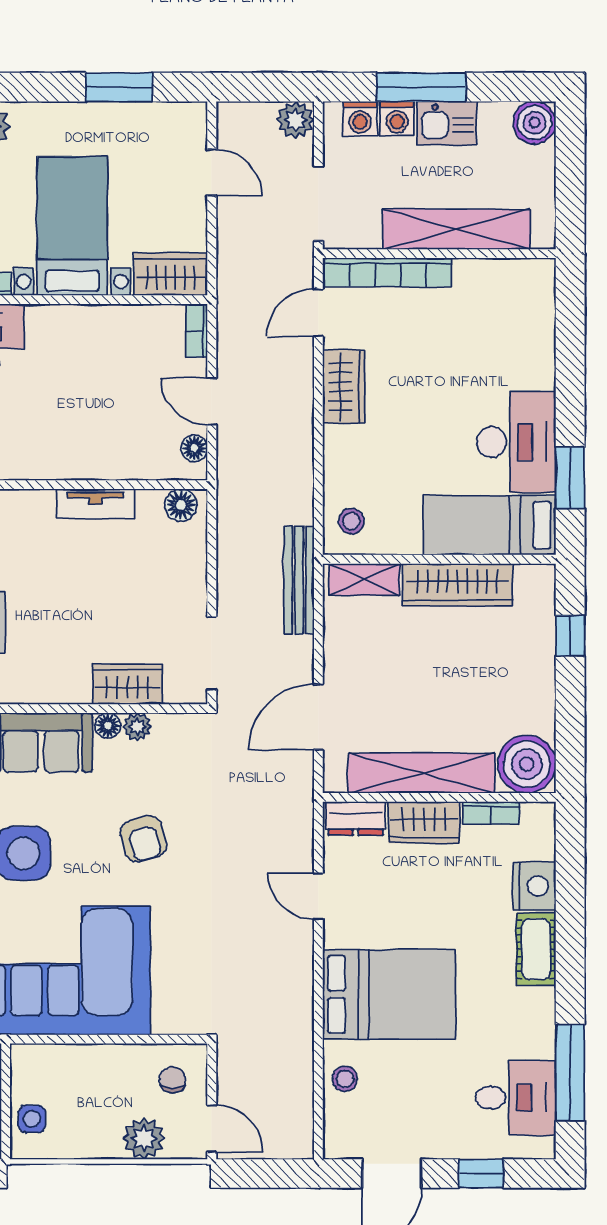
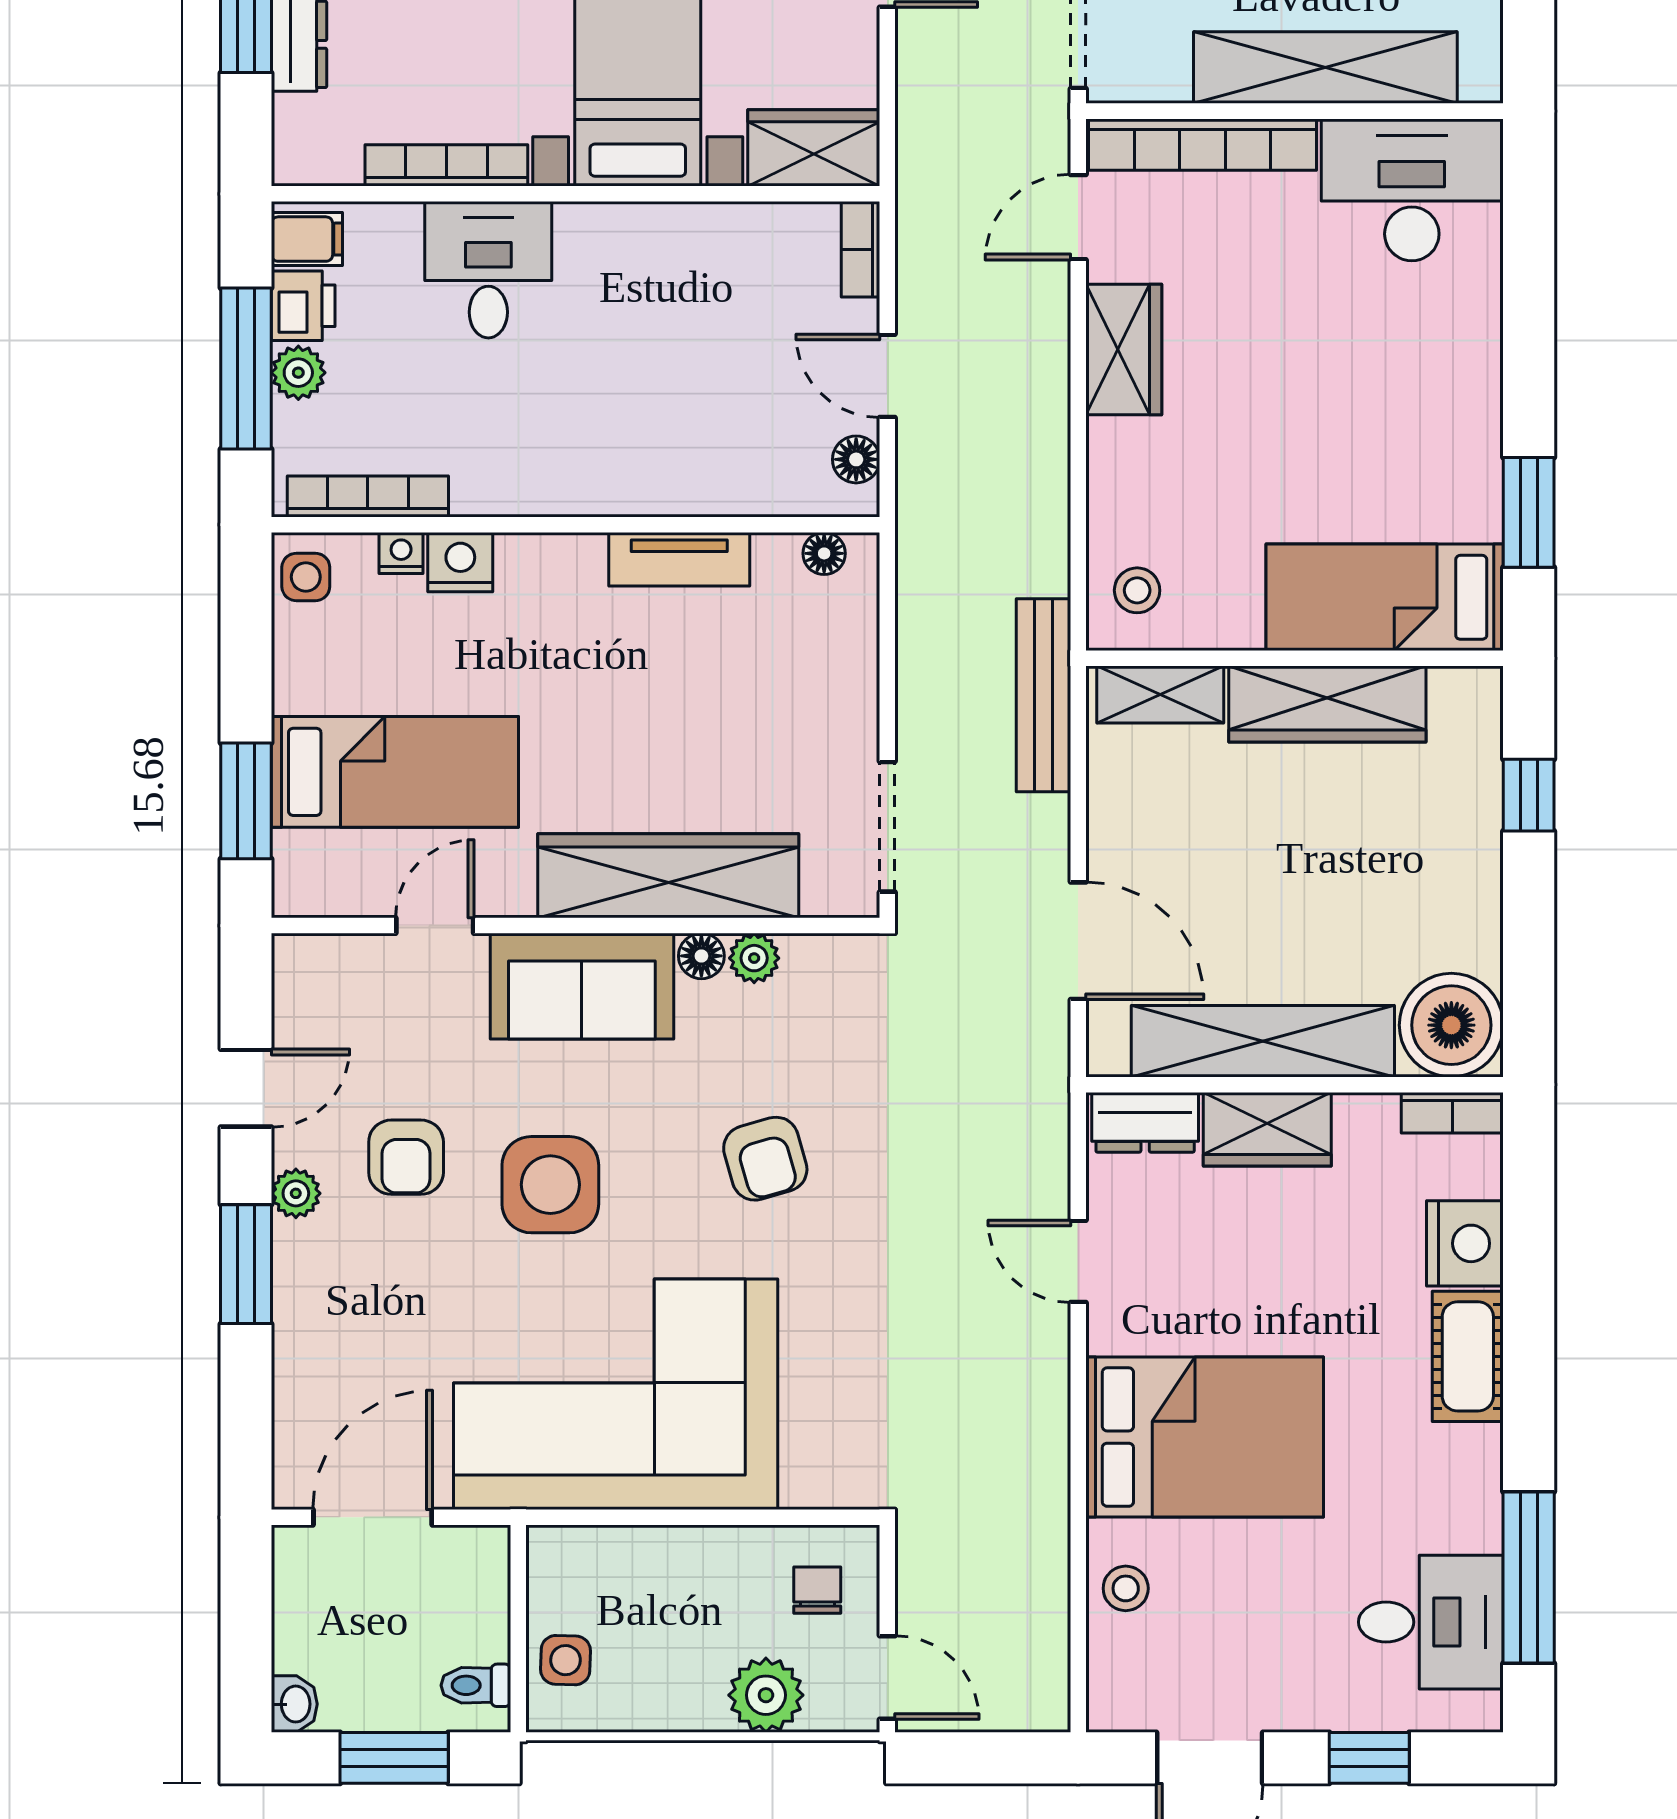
desk: (516, 442) -> (1412, 190), moved, turned -90
floor lamp: (181, 505) -> (824, 553), width x0.73, depth x0.73
wardrobe: (127, 684) -> (668, 876), width x2.10, depth x1.17
door: (318, 717) -> (1078, 941), swing flipped
bookcase: (491, 813) -> (1452, 1113), moved

